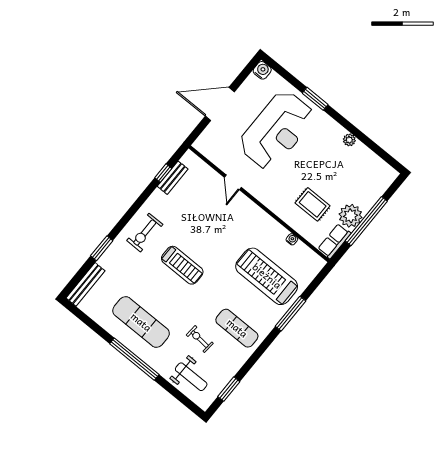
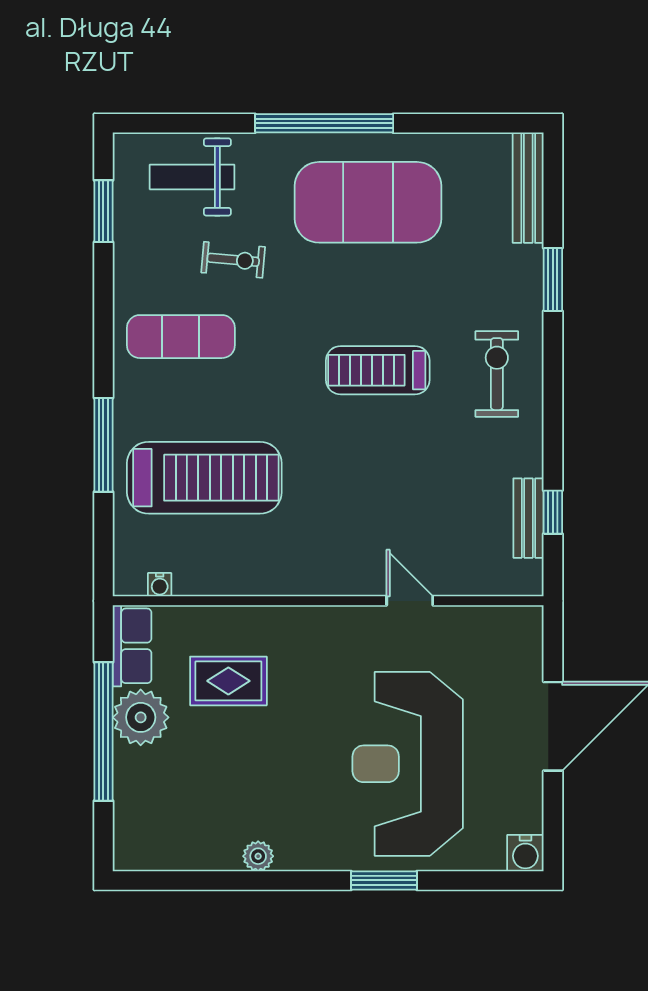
water cooler: (292, 239) -> (160, 585), moved
exercise mat: (141, 322) -> (368, 202), width x1.47

